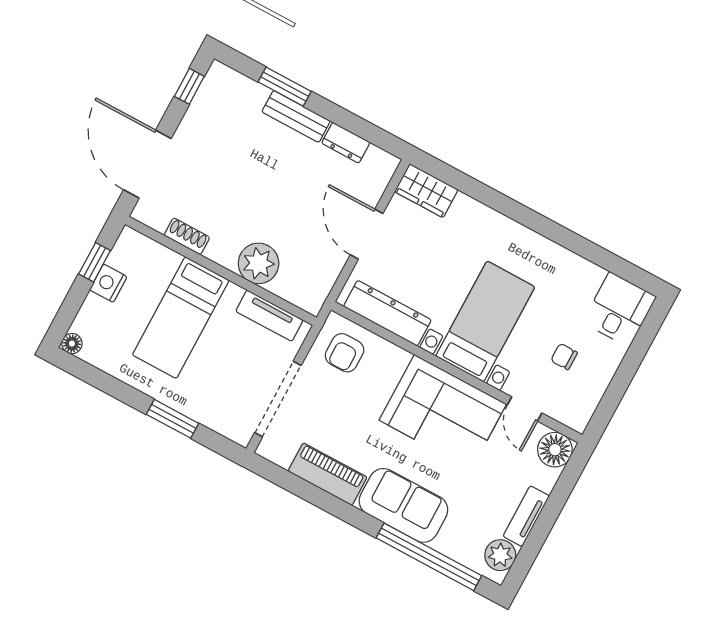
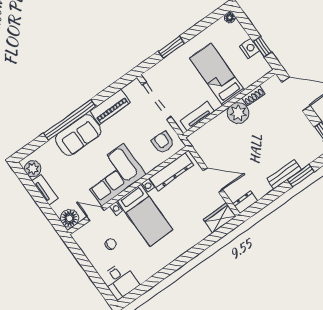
dresser: (346, 143) -> (245, 202), moved
plant: (259, 263) -> (238, 113), moved
window: (429, 557) -> (70, 120), moved

